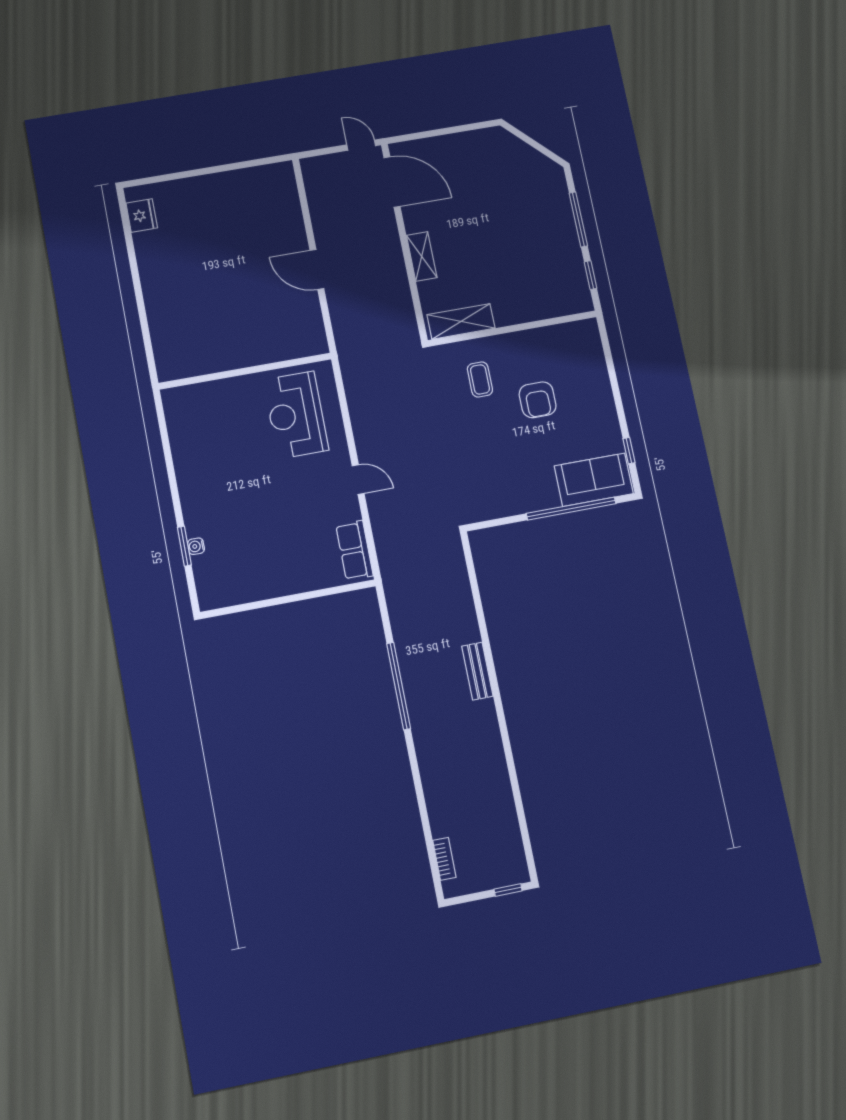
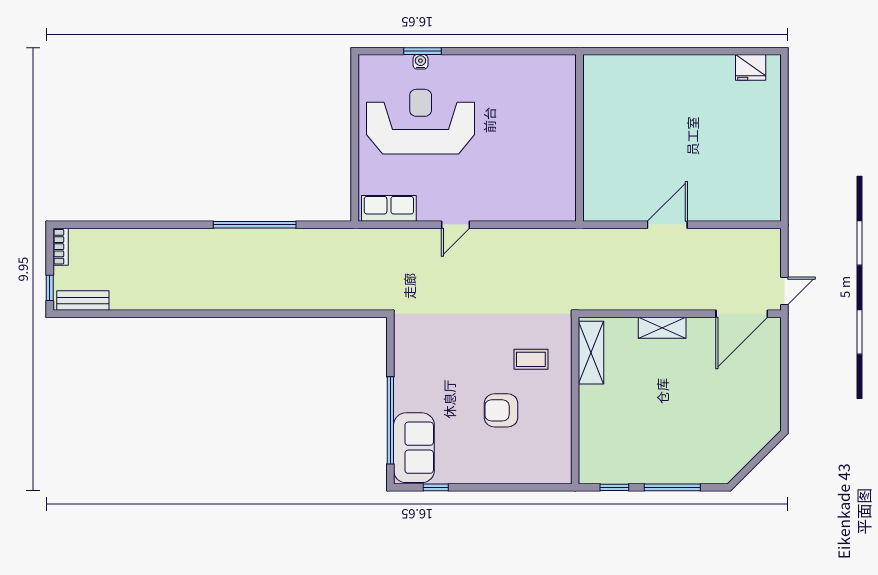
reception desk: (296, 415) -> (421, 122), moved, width x1.36, depth x1.30
bench: (477, 671) -> (83, 301), moved
bookcase: (444, 859) -> (61, 247), moved, turned -90

